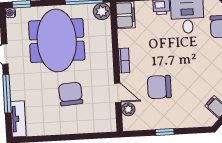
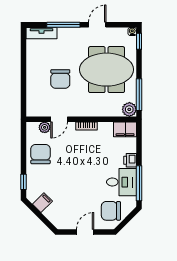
chair: (159, 87) -> (41, 154), moved
chair: (71, 94) -> (60, 79), turned 94
window: (165, 132) -> (24, 182), moved

